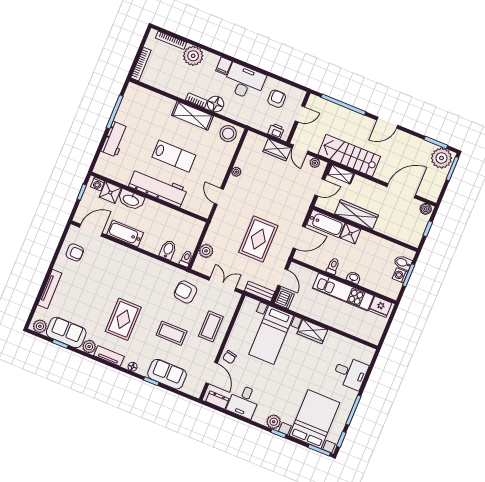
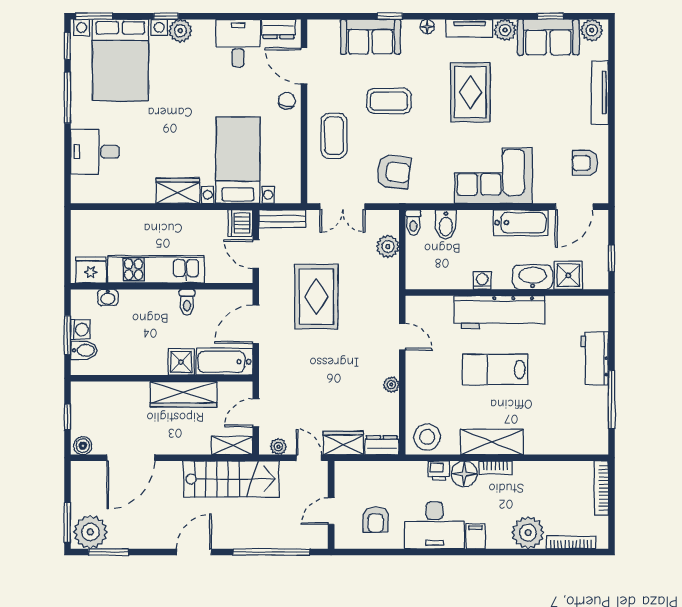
printer: (276, 131) -> (439, 471), moved
dresser: (256, 139) -> (382, 445), added
washing machine: (98, 184) -> (482, 280), moved
corner sofa: (130, 267) -> (493, 176), added
washbasin: (354, 278) -> (108, 298), moved

